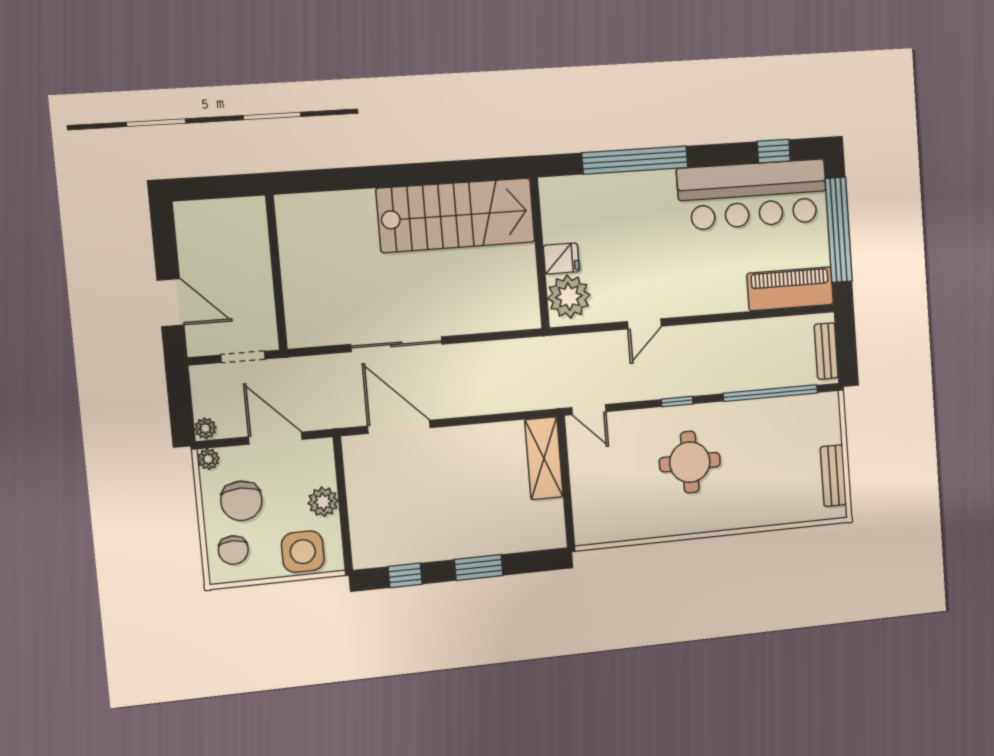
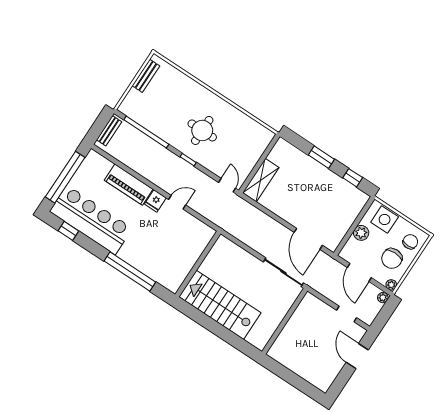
fridge: (561, 258) -> (155, 201), moved, turned -90
wall: (276, 273) -> (285, 321), moved
piano: (790, 289) -> (129, 185), moved
plant: (569, 297) -> (200, 237), removed
chair: (241, 501) -> (392, 258), turned 180

